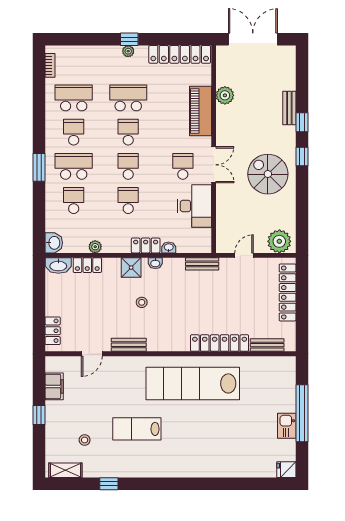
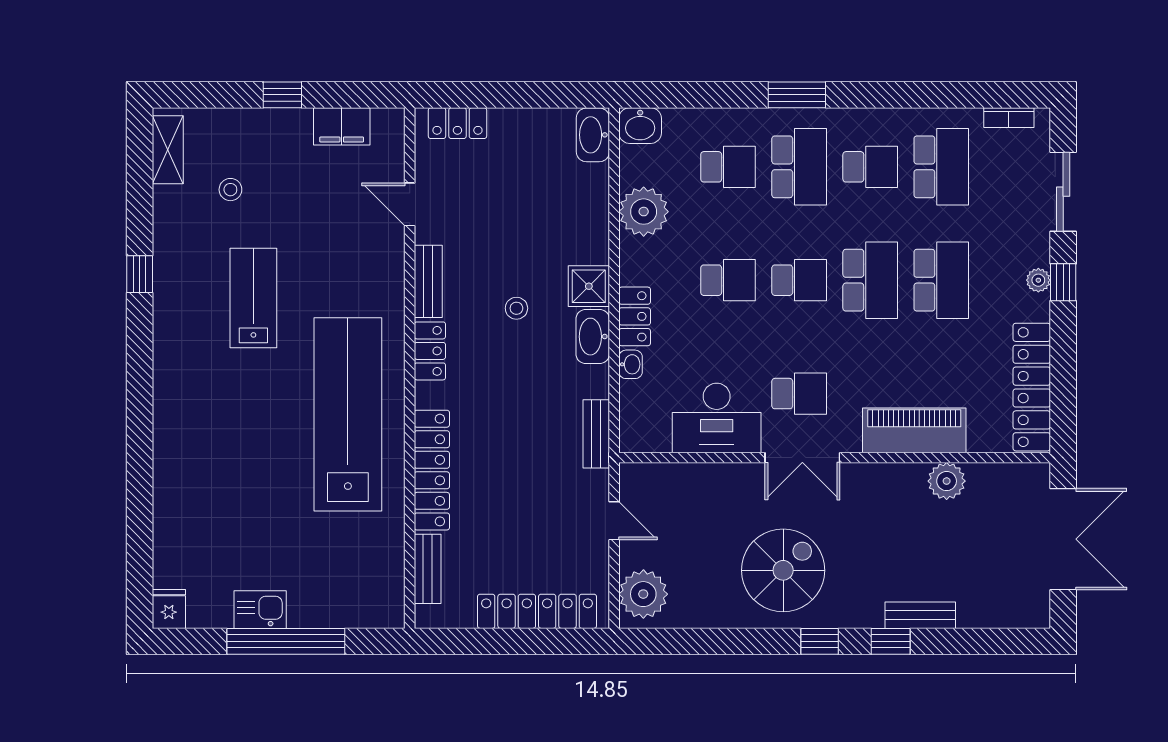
sliding door: (86, 39) -> (1063, 192), added
school desk: (128, 132) -> (870, 280), width x1.85
plant: (95, 247) -> (644, 212), width x1.87, depth x1.87
washbasin: (155, 263) -> (593, 337), width x1.91, depth x1.45
locker: (87, 265) -> (430, 351), moved, turned 180
window: (109, 484) -> (140, 274), moved

